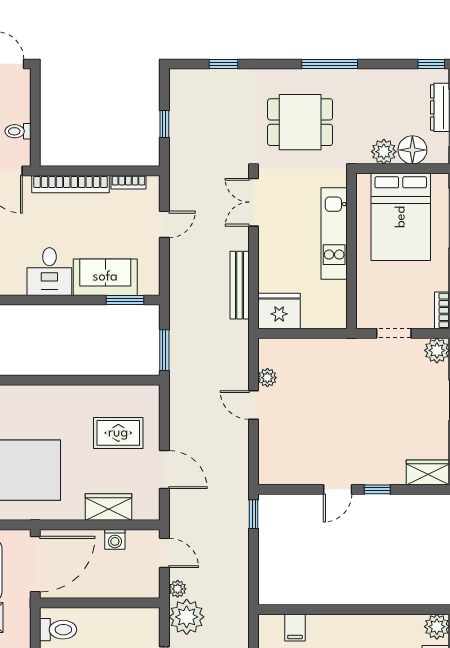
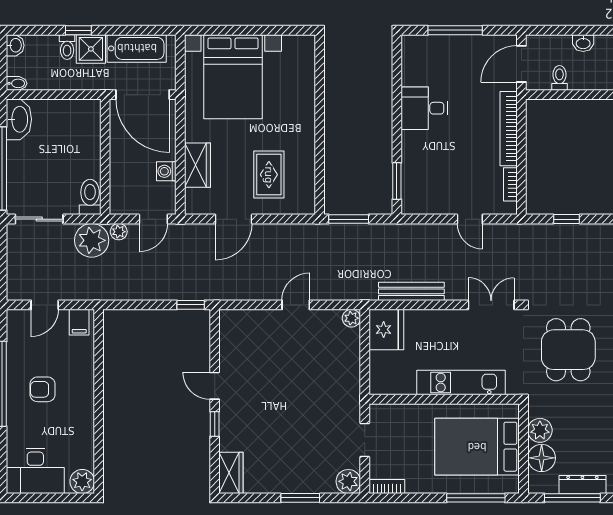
sofa: (105, 277) -> (419, 162), removed
plant: (267, 378) -> (351, 318), moved
filing cabinet: (295, 628) -> (79, 322), moved, turned -90
toilet: (58, 630) -> (90, 197), moved, turned 180

